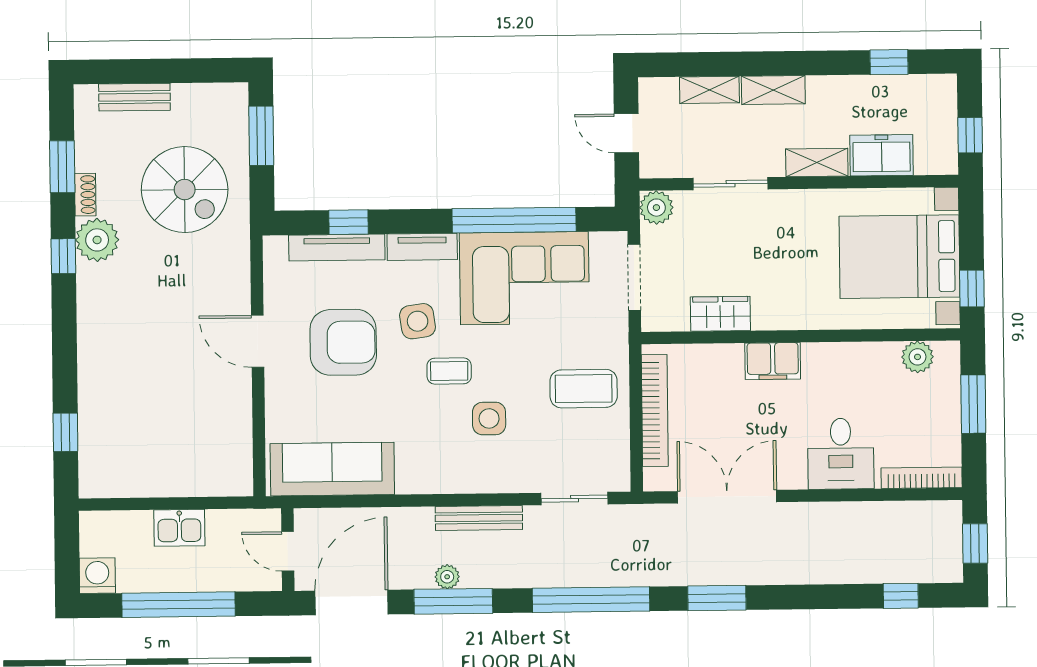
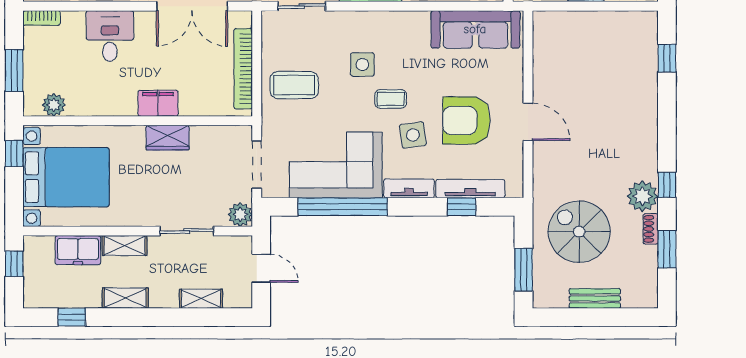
shelving: (773, 90) -> (125, 298), moved
bench: (134, 97) -> (595, 298), moved
wardrobe: (720, 314) -> (168, 138), moved
bookcase: (922, 478) -> (42, 18), width x0.64

